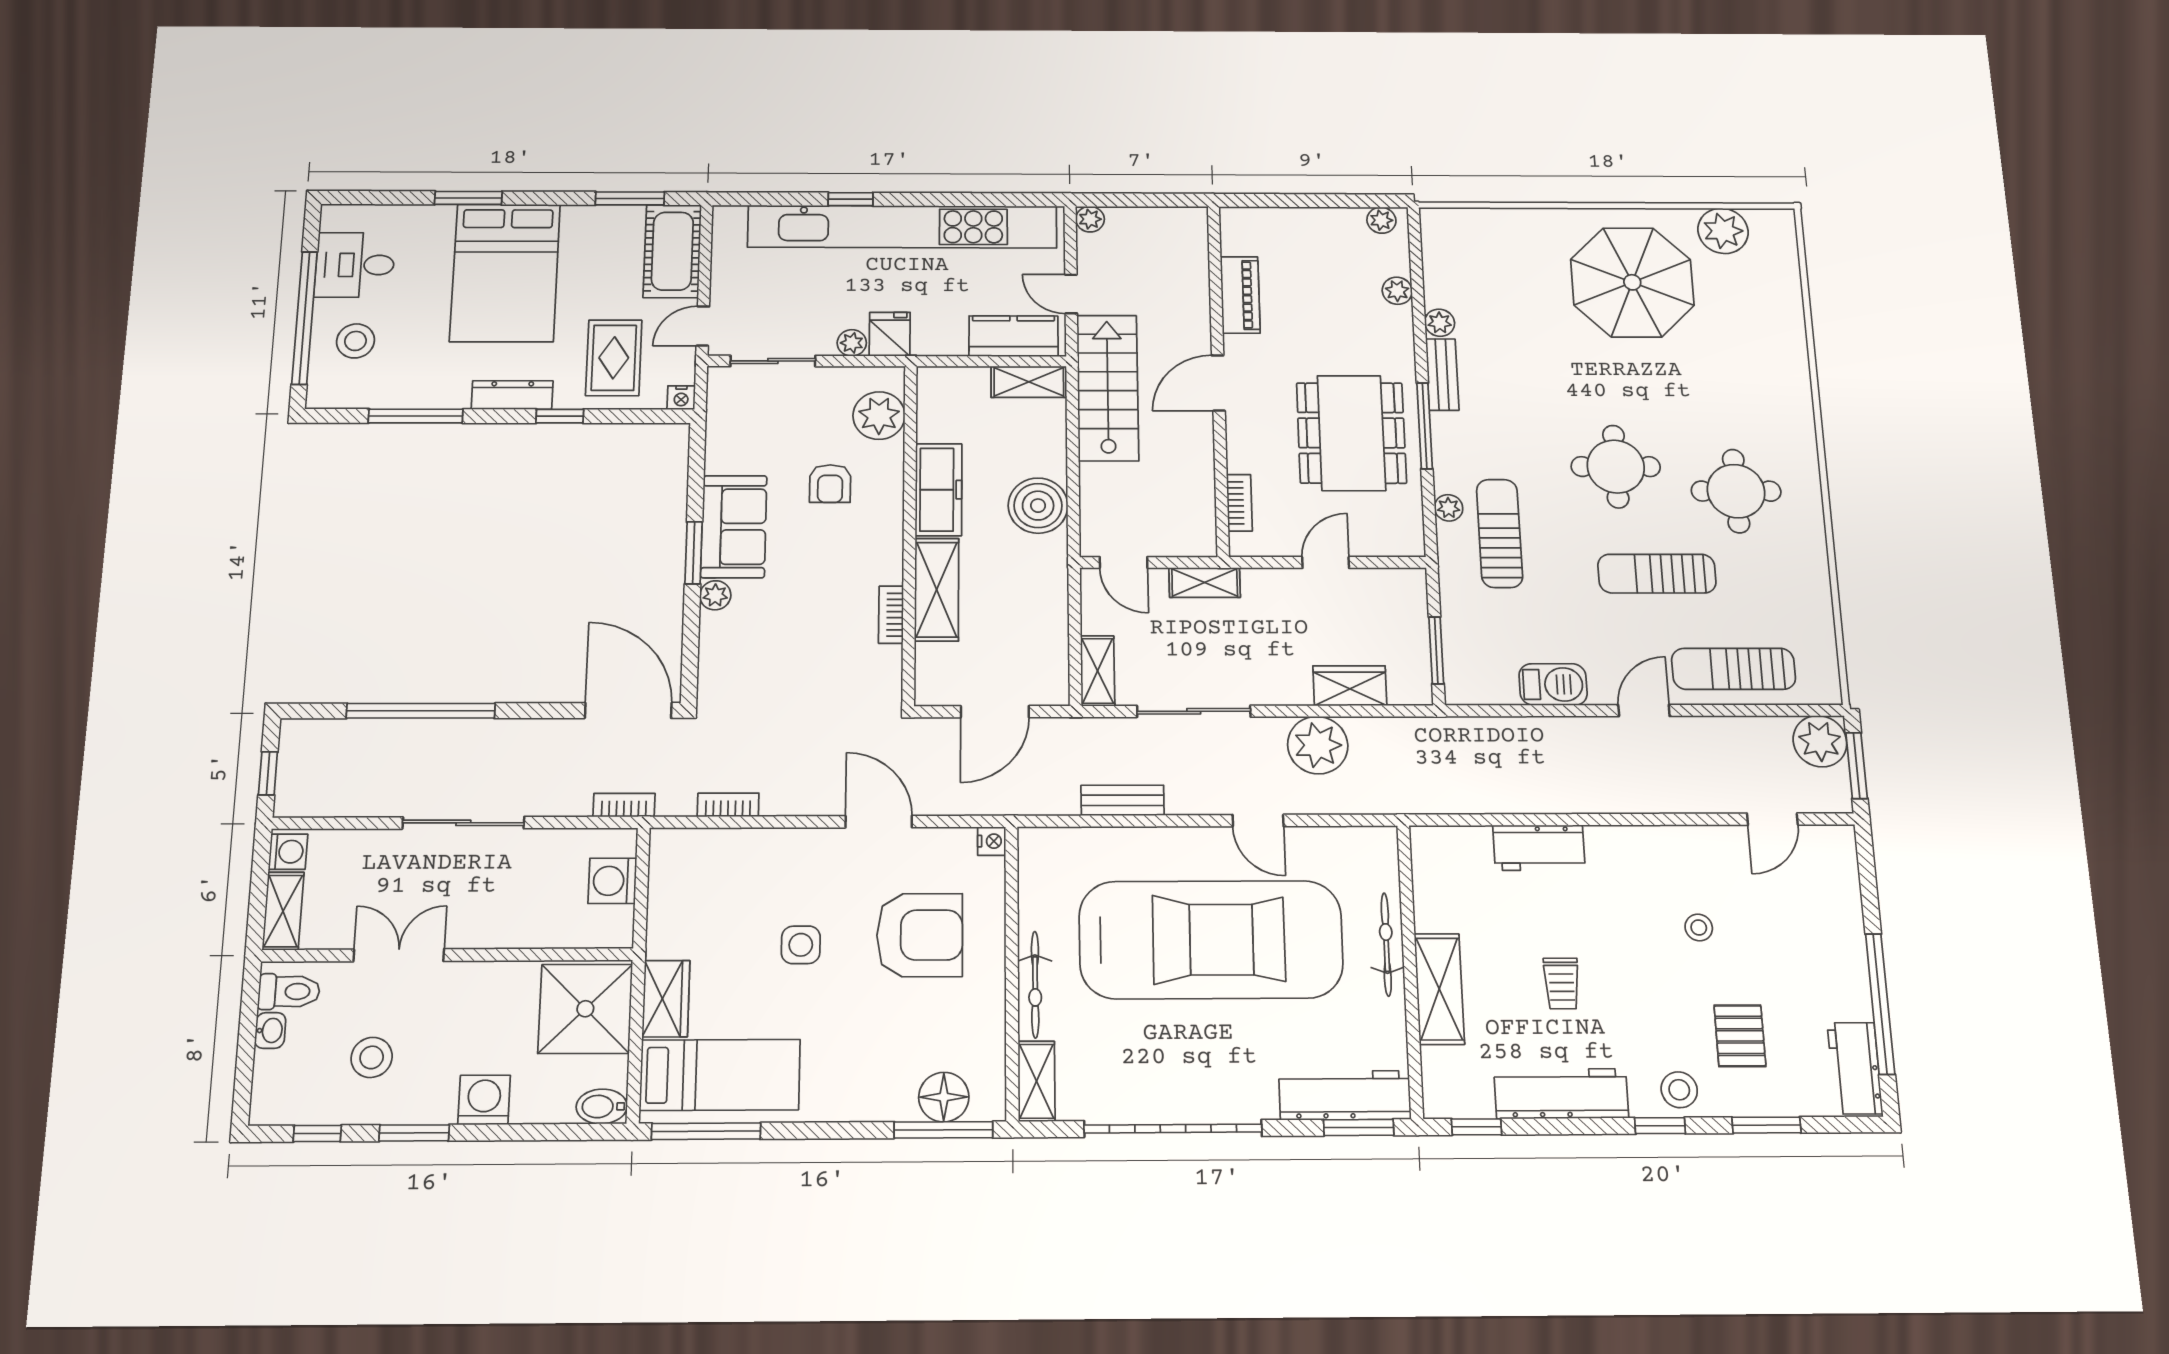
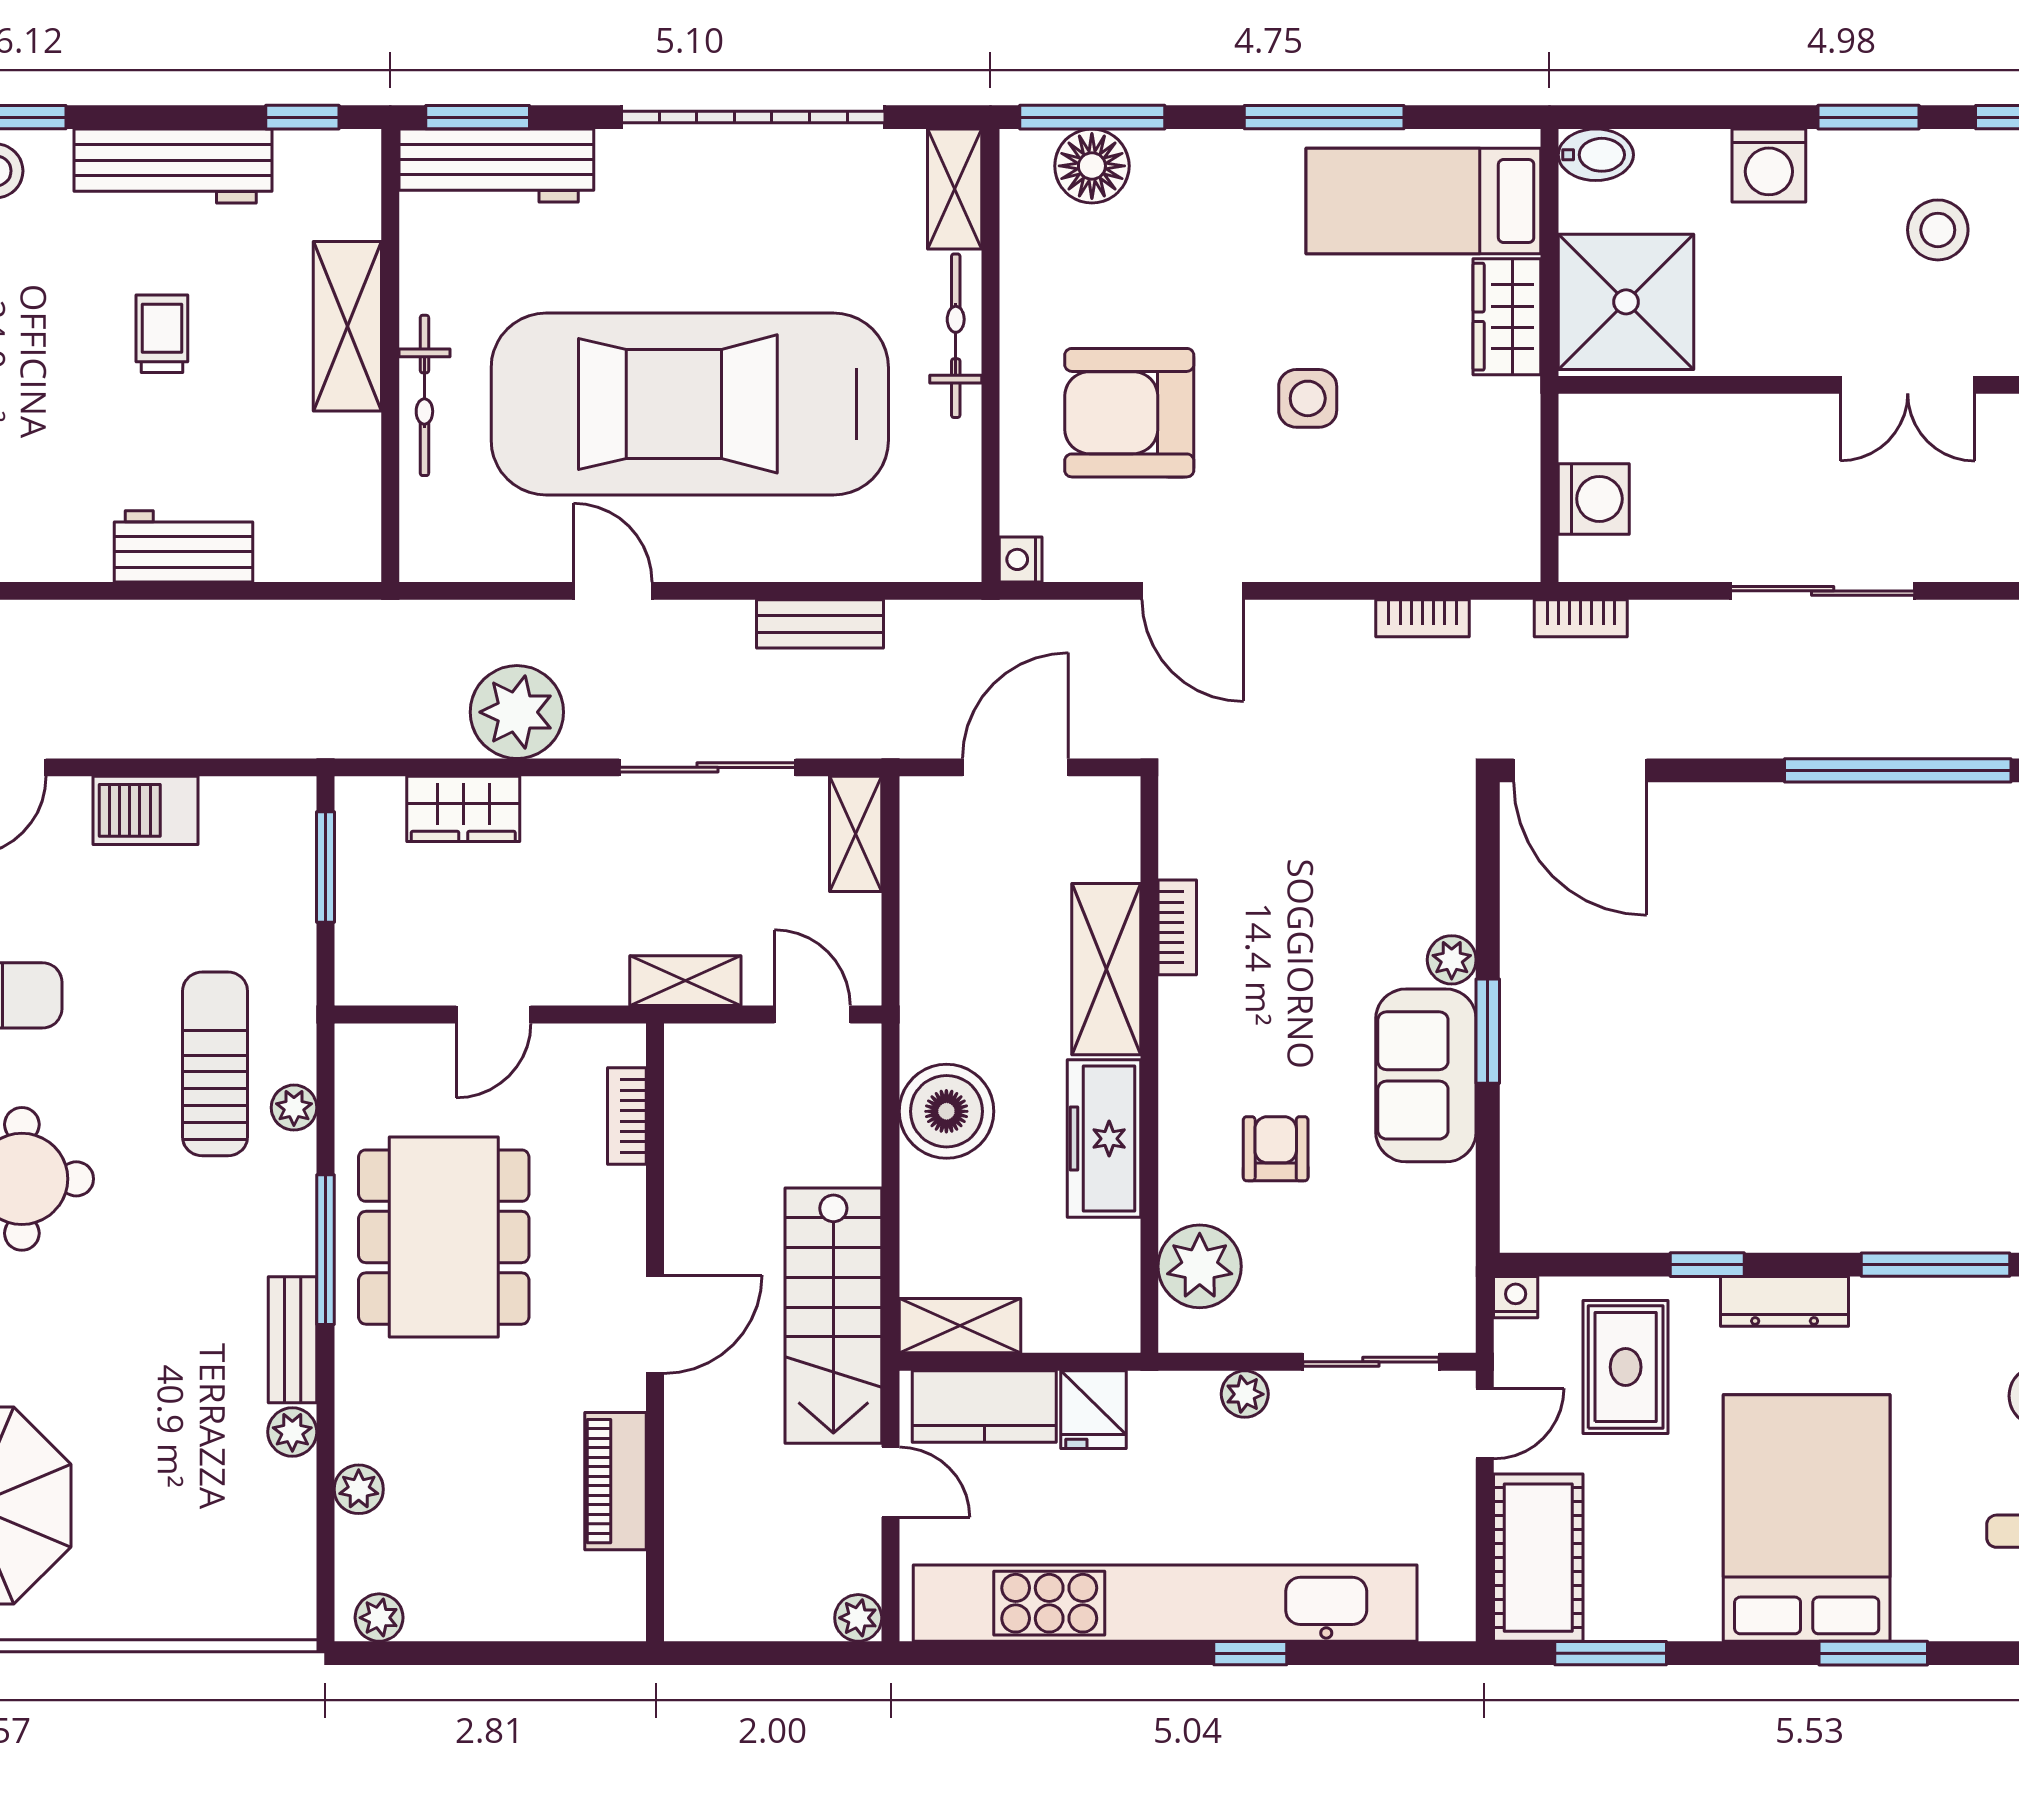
fridge: (890, 334) -> (1093, 1410), moved
sun lounger: (1500, 533) -> (215, 1064), turned 180
window: (706, 1131) -> (1324, 117), moved

